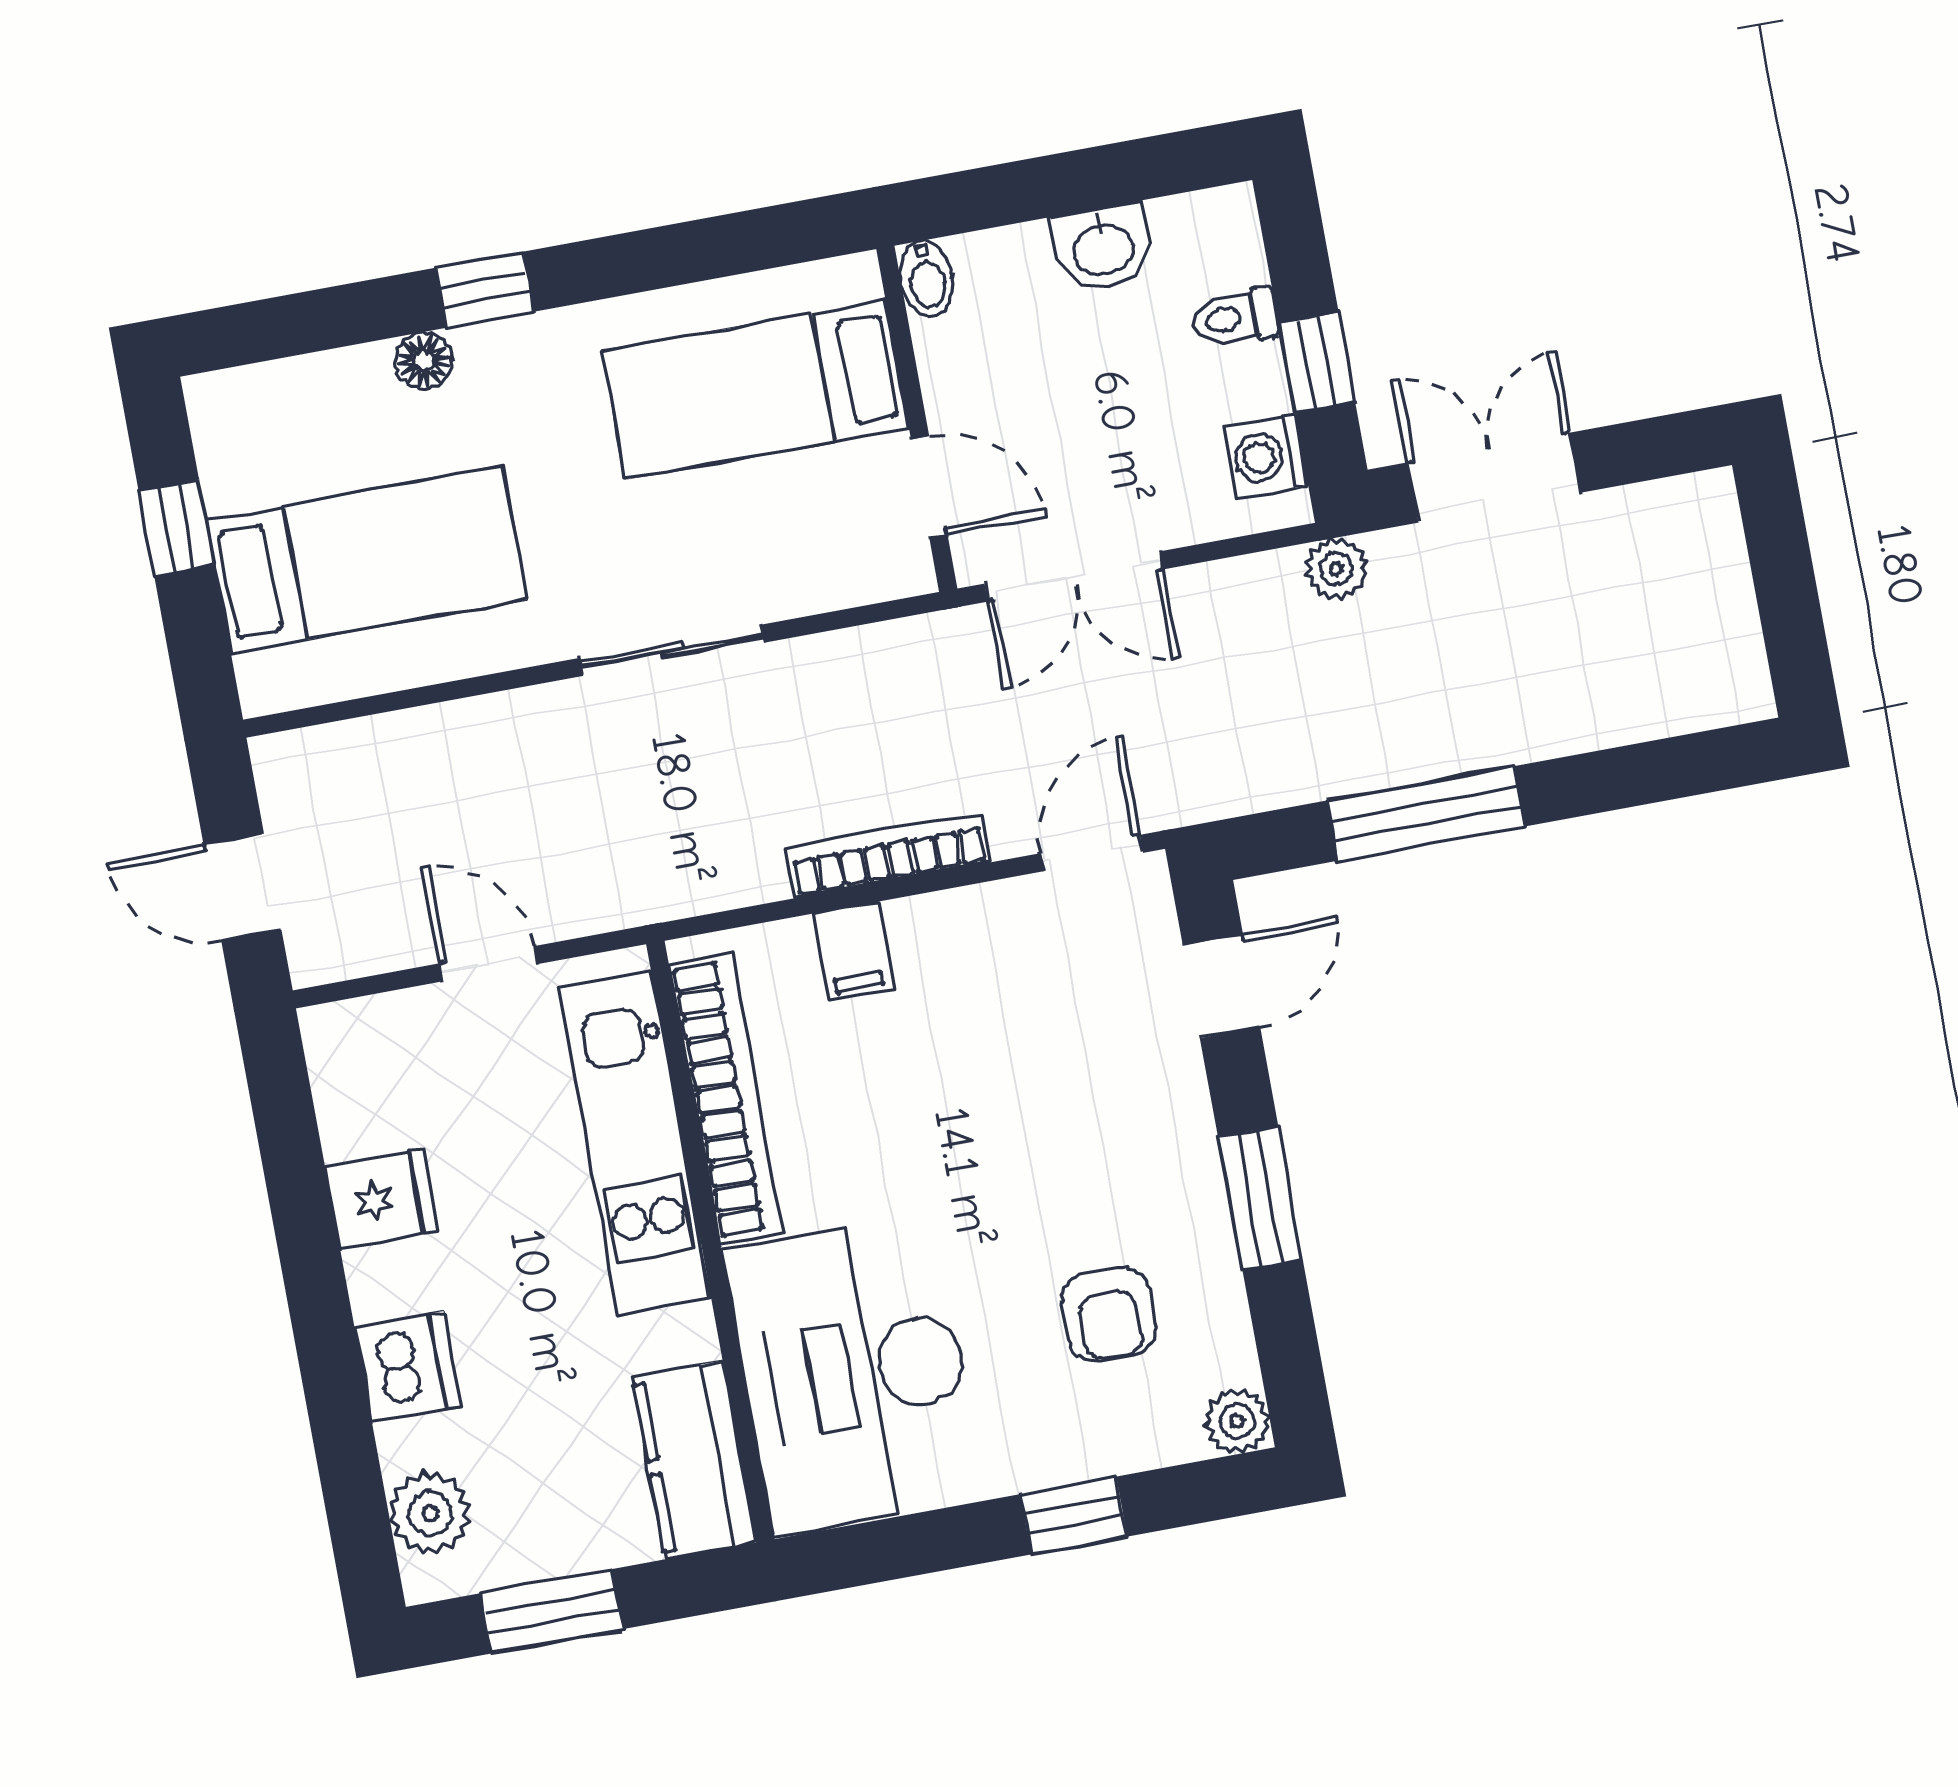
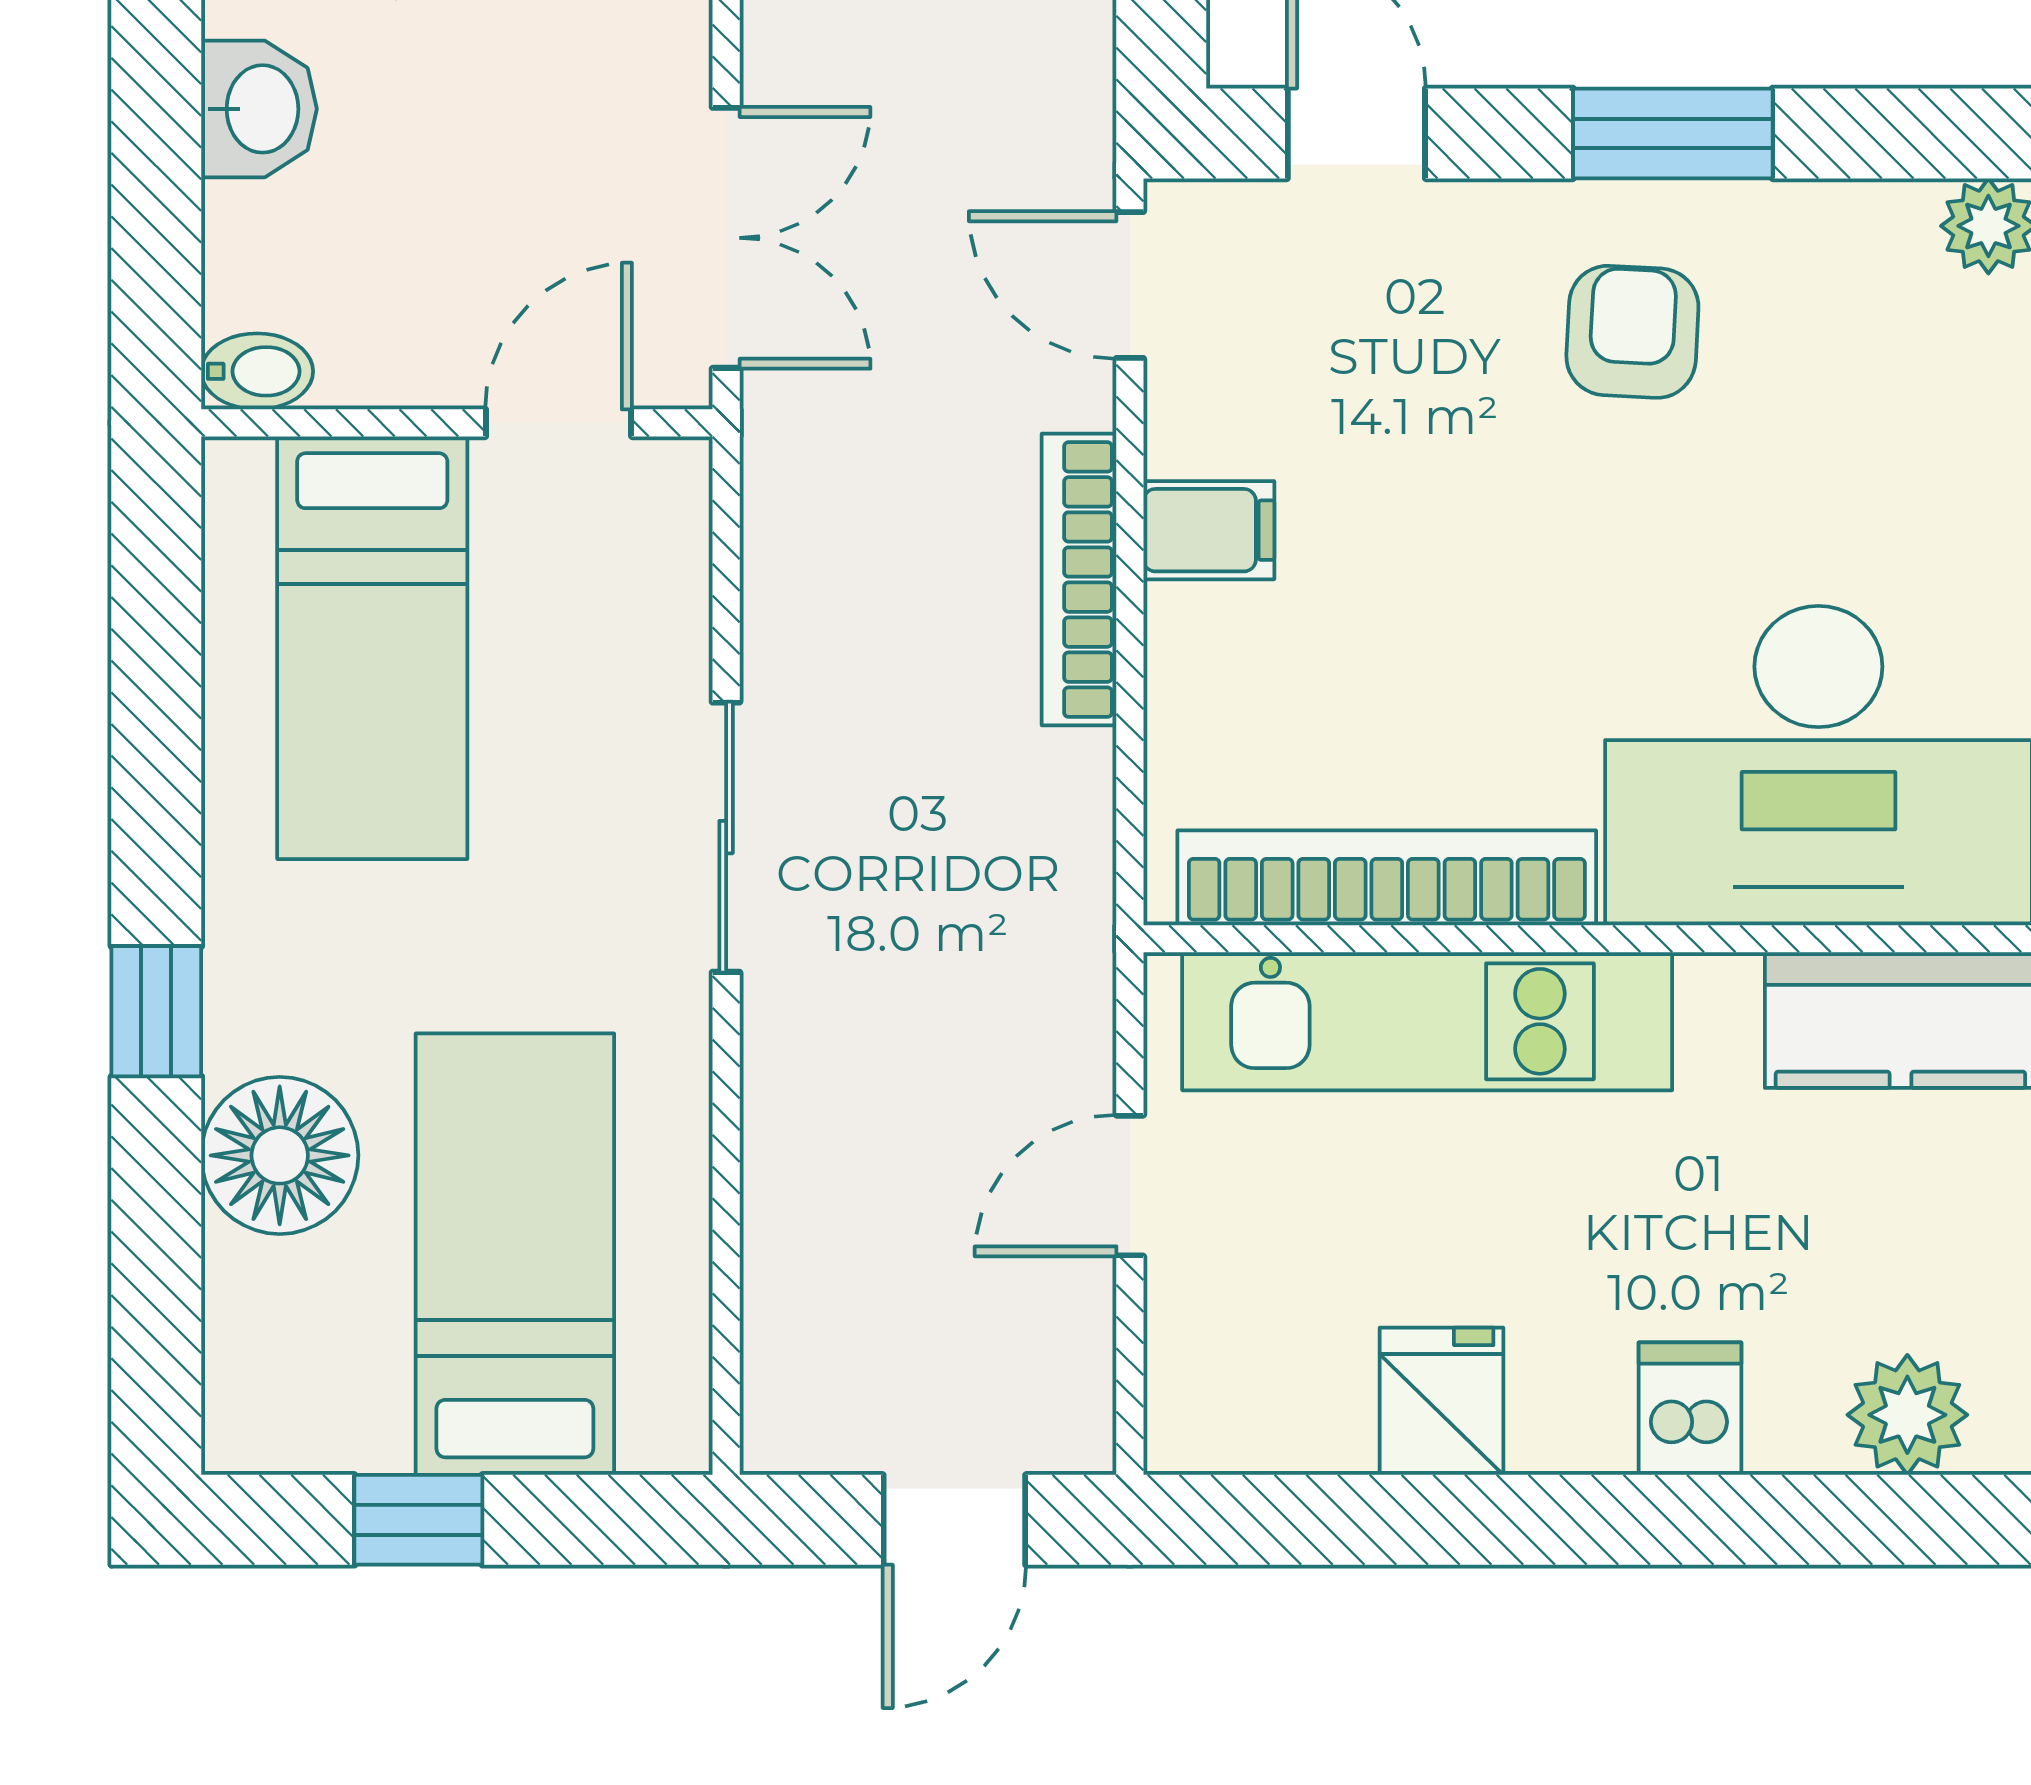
floor lamp: (424, 361) -> (280, 1155), width x1.89, depth x1.89
filing cabinet: (854, 951) -> (1209, 530), moved
armchair: (1109, 1314) -> (1632, 332), moved, turned -87
dishwasher: (408, 1367) -> (1690, 1409), width x0.73

